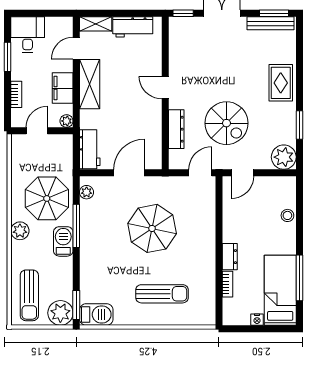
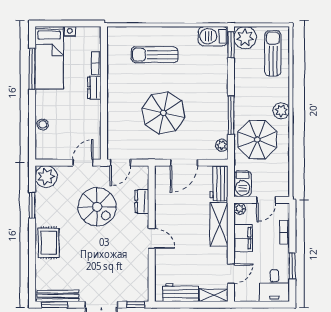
shelving: (90, 84) -> (219, 224), moved
spiral stairs: (226, 123) -> (97, 207), turned 180
dresser: (176, 129) -> (142, 201), width x0.70
barbecue: (63, 241) -> (243, 184), moved

